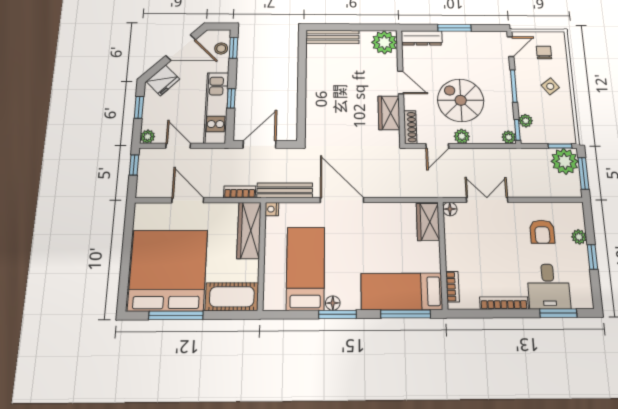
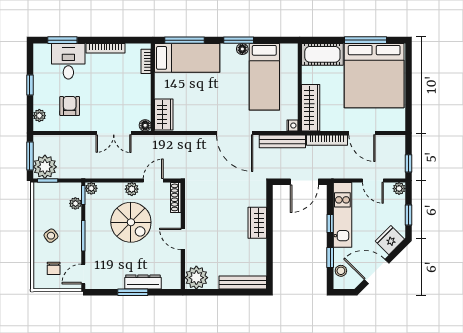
dresser: (422, 38) -> (143, 282), moved
window: (233, 48) -> (330, 257), moved
wardrobe: (389, 113) -> (257, 223), moved, turned 180
bookcase: (240, 192) -> (327, 140), width x1.56
plant: (579, 237) -> (39, 116), moved

